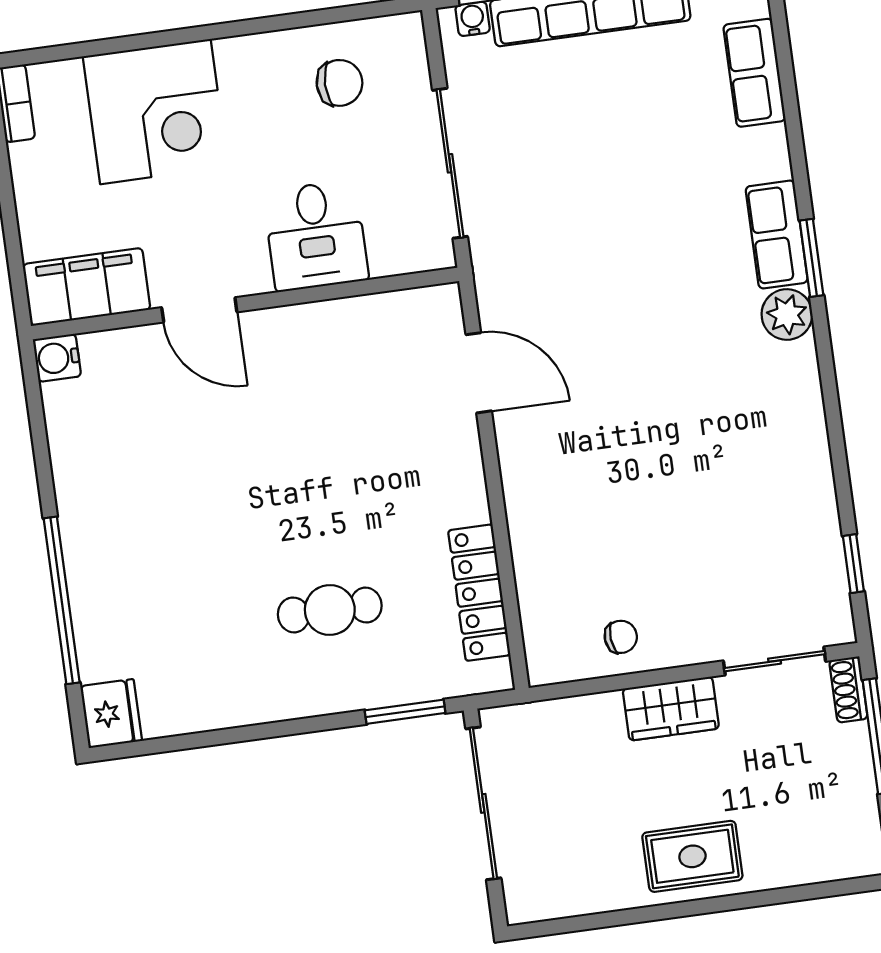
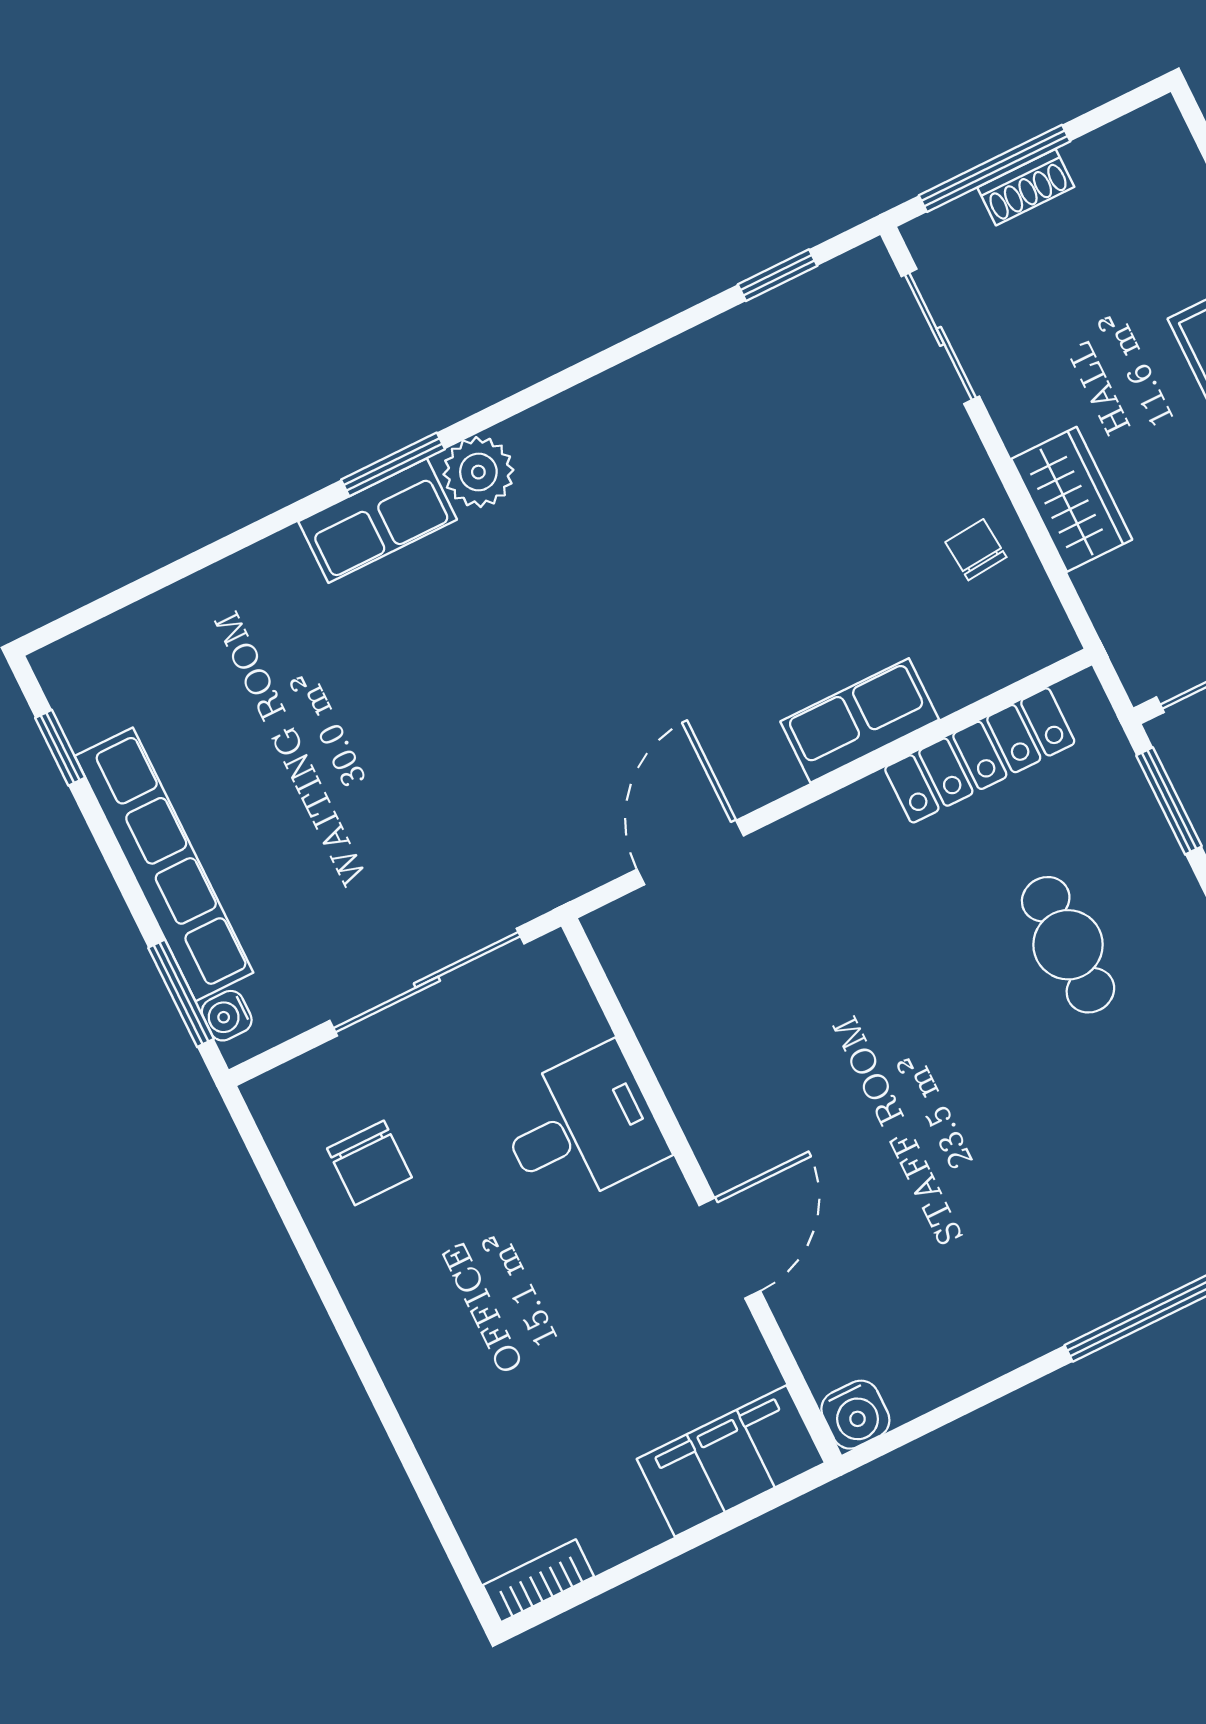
row of seats: (754, 73) -> (860, 721), moved, turned 180
chair: (339, 83) -> (369, 1163), turned 180
corner desk: (155, 112) -> (488, 1393), removed
filing cabinet: (87, 287) -> (731, 1461), moved, turned 90
shoe rack: (848, 690) -> (1026, 187), moved
wardrobe: (671, 709) -> (1072, 499), moved

